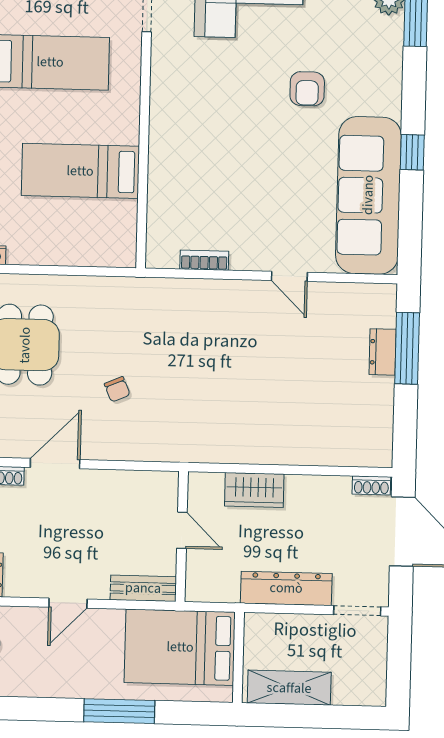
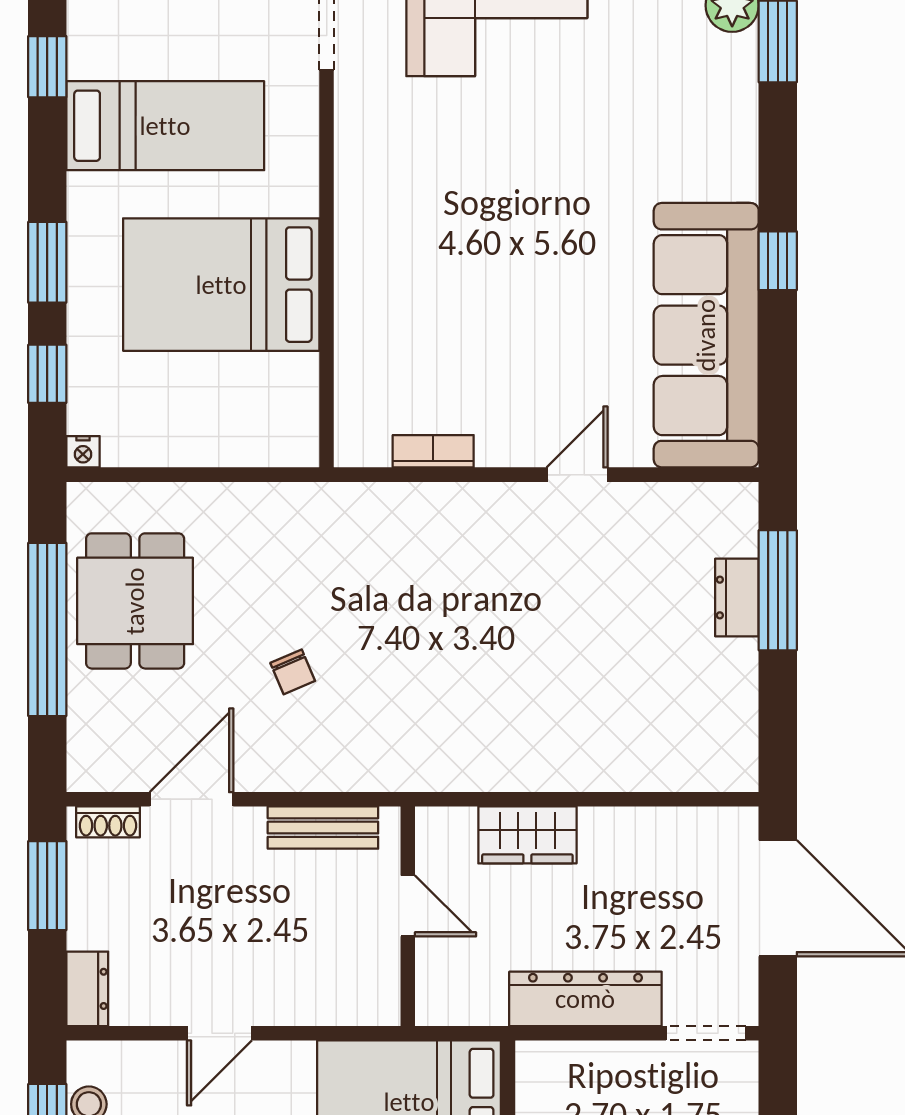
armchair: (307, 89) -> (599, 159), removed
bed: (80, 171) -> (221, 285), width x1.50
door: (289, 276) -> (577, 475), swing flipped
shoe rack: (371, 485) -> (724, 822), removed
bench: (143, 588) -> (323, 828), moved

